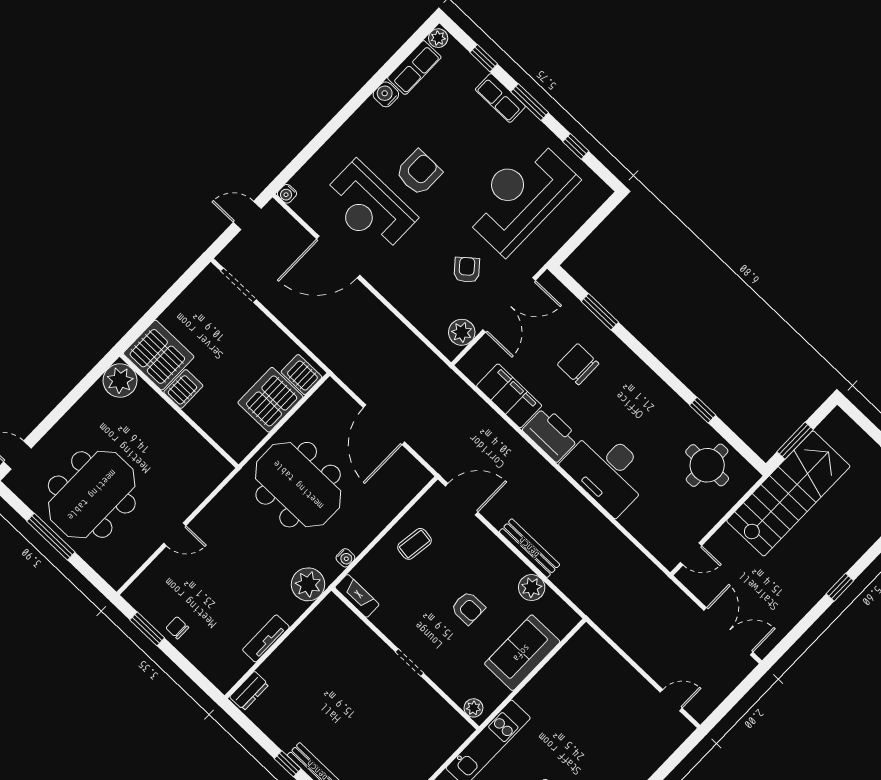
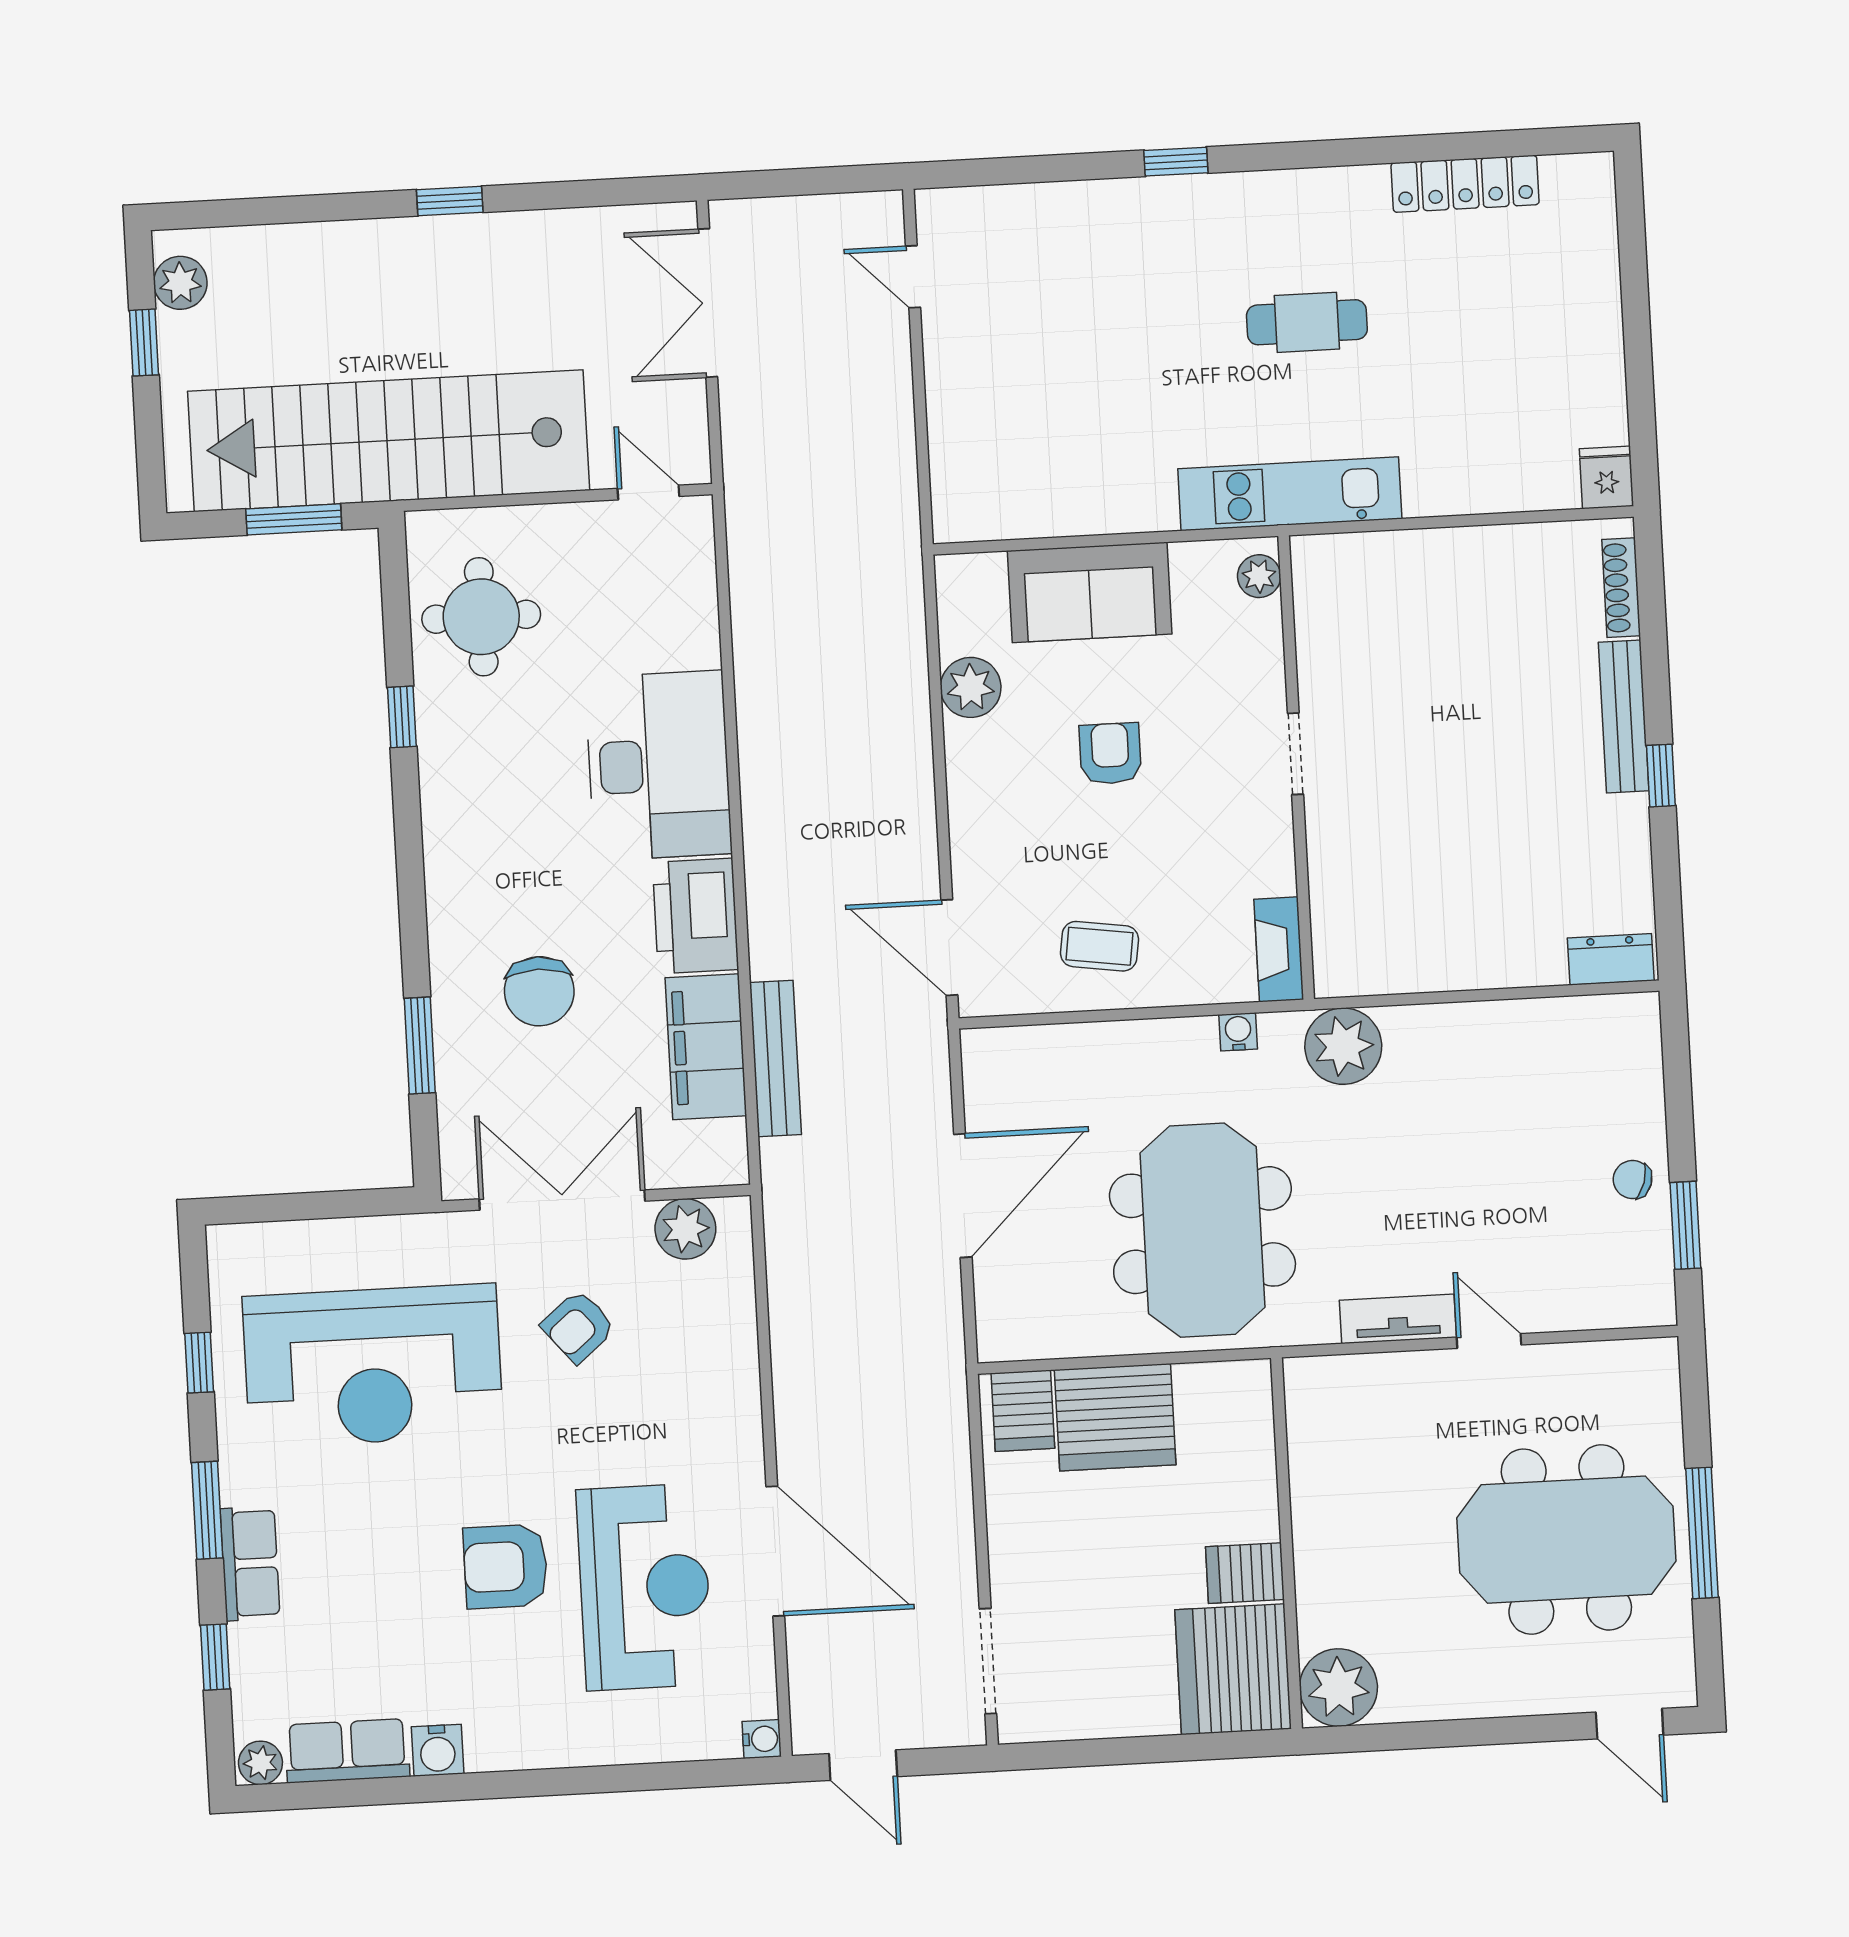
stairs: (788, 493) -> (389, 441), width x1.36
bench: (529, 548) -> (775, 1058), moved
chair: (177, 628) -> (1632, 1179), turned 107
tv unit: (266, 638) -> (1398, 1319), moved, turned 180

